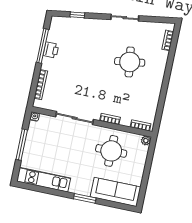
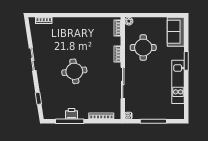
round table: (130, 62) -> (74, 71), moved
kitchen unit: (44, 180) -> (178, 82), moved
sofa: (116, 192) -> (176, 32), width x0.73

